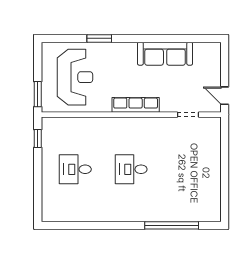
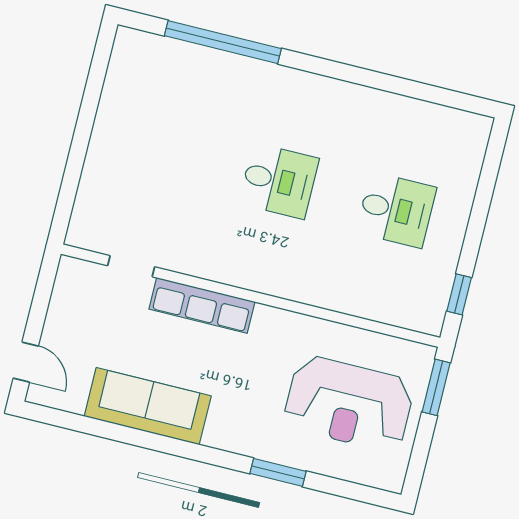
reception desk: (75, 77) -> (349, 404), turned -90
door: (225, 96) -> (26, 362), moved
row of seats: (136, 105) -> (202, 305), moved

